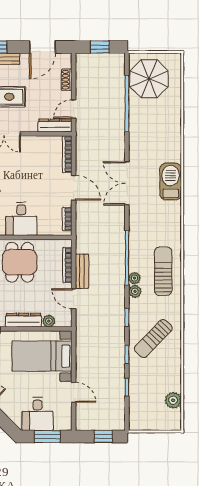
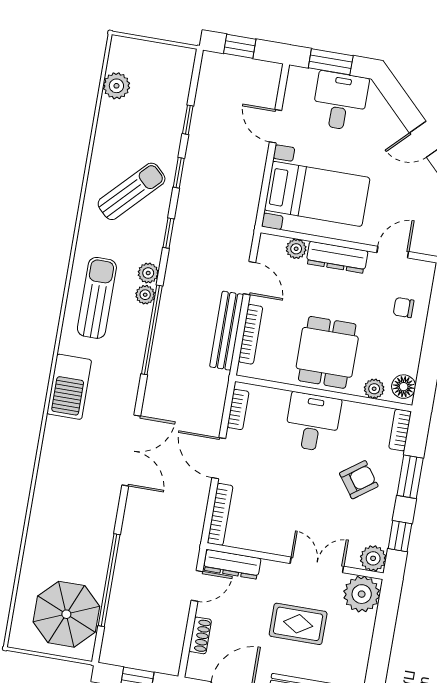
barbecue: (171, 182) -> (69, 387), moved
bench: (82, 271) -> (227, 331), width x1.36
sun lounger: (163, 271) -> (97, 298), turned 180

